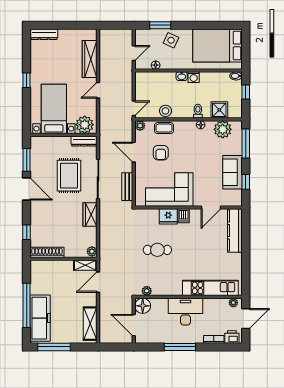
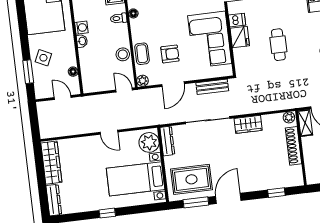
wardrobe: (90, 59) -> (51, 163), moved, turned -90
rug: (69, 176) -> (191, 179), moved
shoe rack: (47, 252) -> (293, 146), moved

